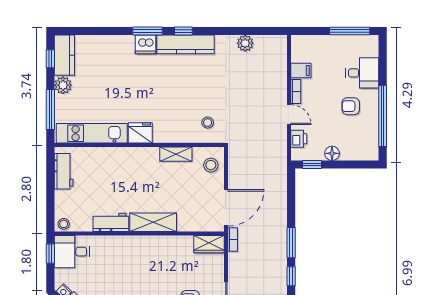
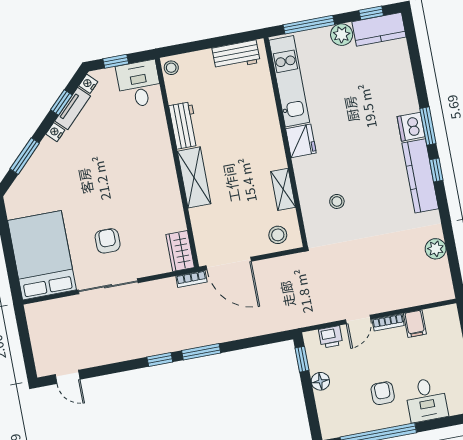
stool: (208, 123) -> (337, 201), moved
window: (50, 254) -> (116, 61), moved

